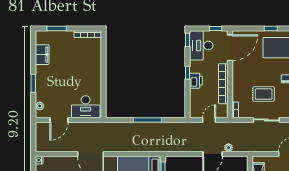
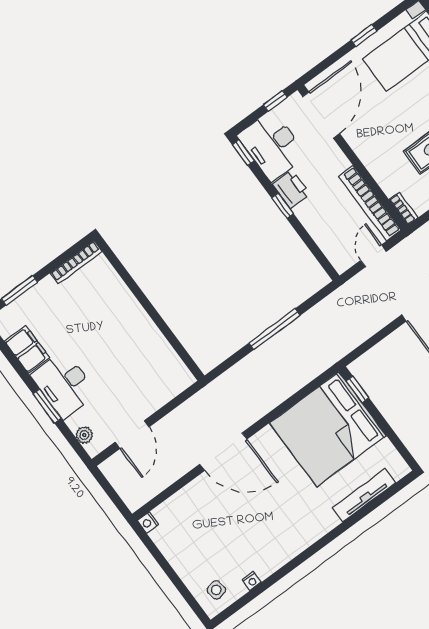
printer: (196, 81) -> (291, 189), moved
bookcase: (223, 84) -> (370, 203), moved
desk: (86, 107) -> (64, 384), moved, turned 90

